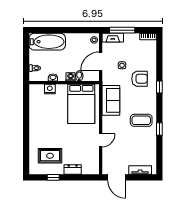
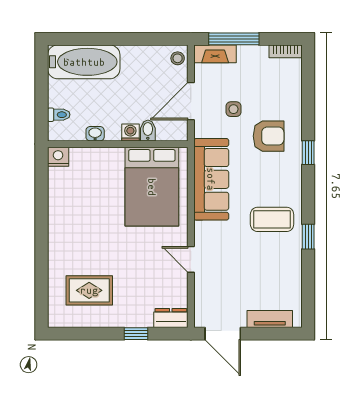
nightstand: (50, 89) -> (58, 157), moved
sofa: (111, 100) -> (211, 179), width x1.36
door: (101, 140) -> (191, 259), swing flipped
dresser: (73, 170) -> (171, 318), moved
window: (53, 177) -> (136, 334), moved

